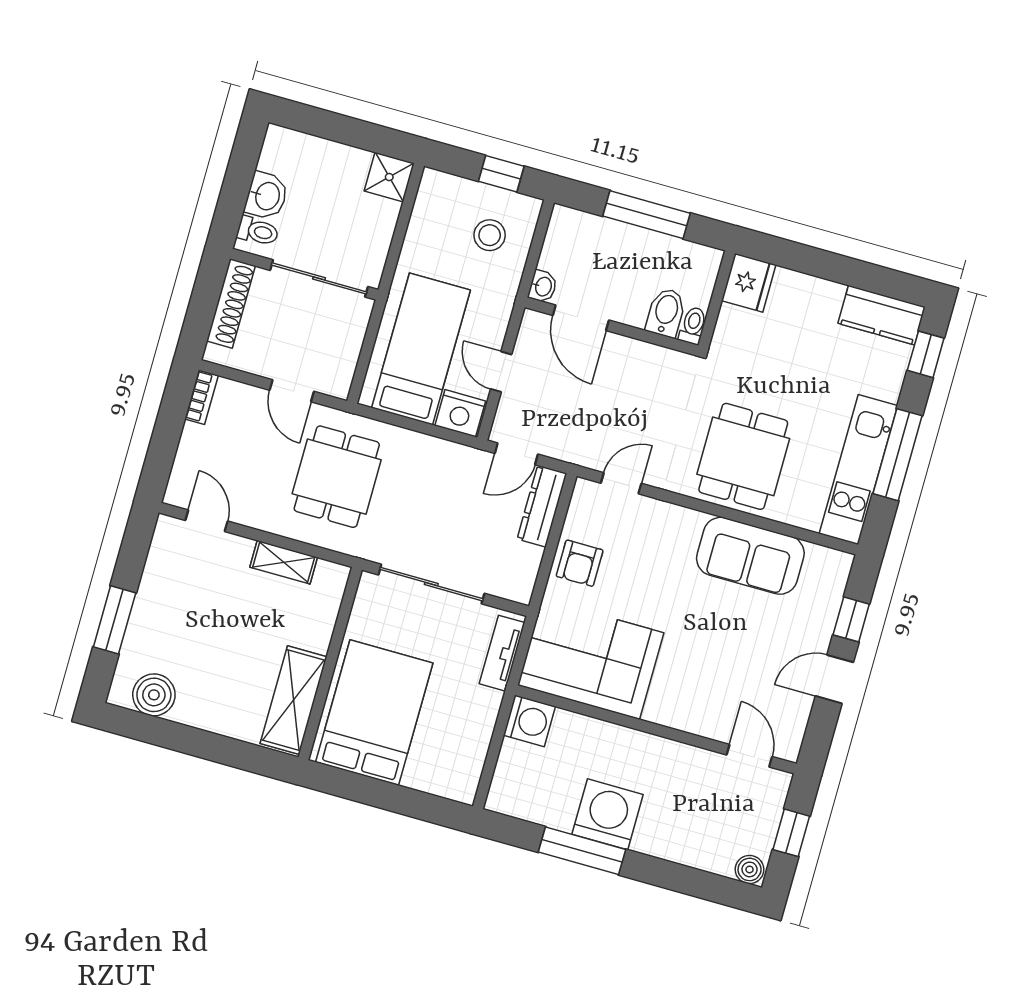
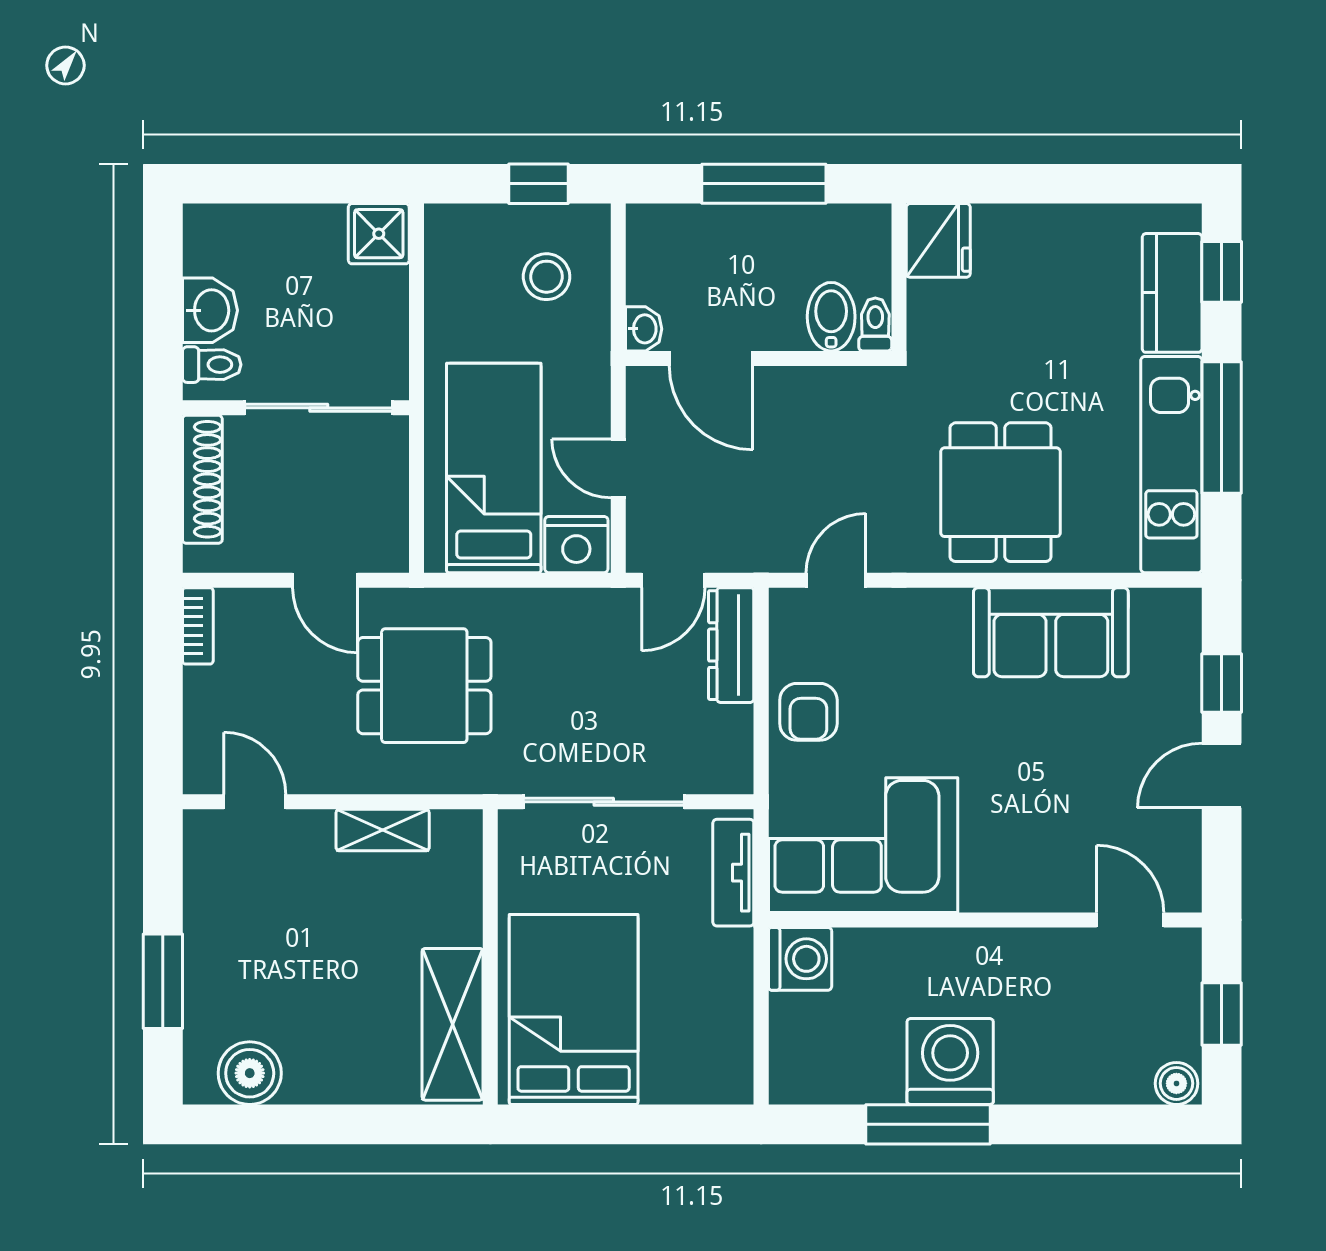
kitchen counter: (882, 315) -> (1172, 293), moved, turned 90
dining table: (337, 477) -> (424, 686), turned 90

